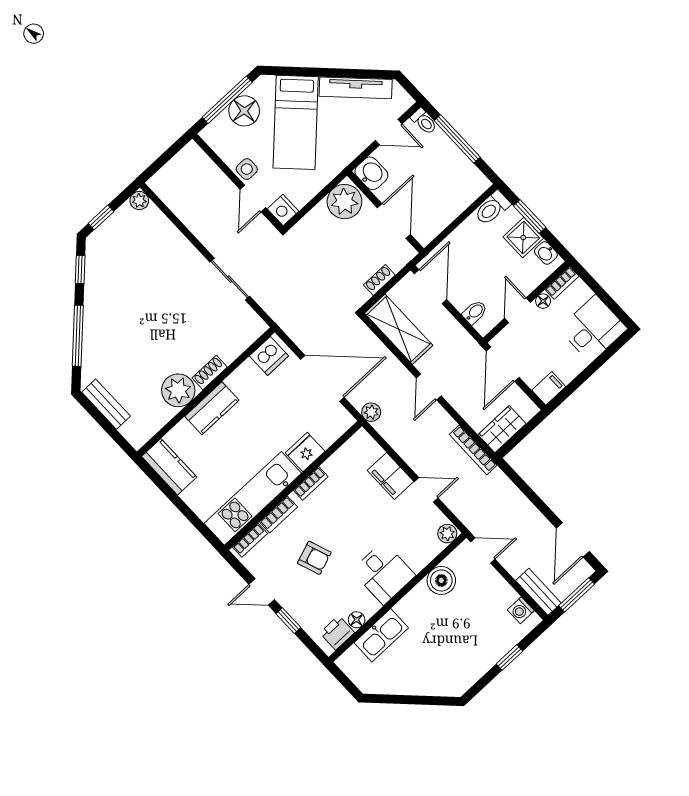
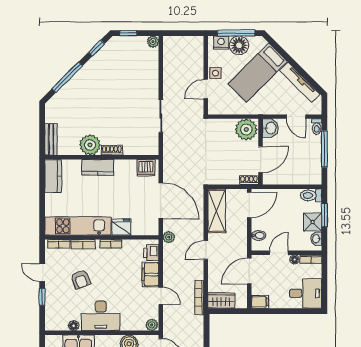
nightstand: (283, 210) -> (221, 43), moved, turned 90
shoe rack: (379, 280) -> (249, 180), moved
bench: (106, 404) -> (51, 139), moved
desk: (383, 573) -> (101, 316), width x1.37
printer: (337, 633) -> (151, 253), moved, turned -90

